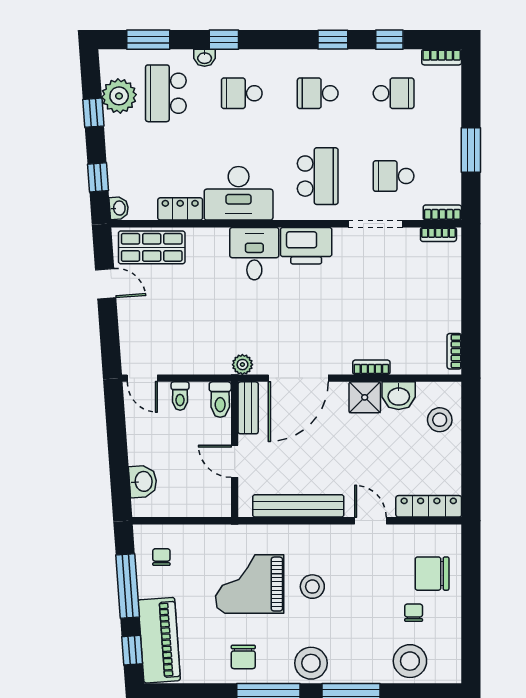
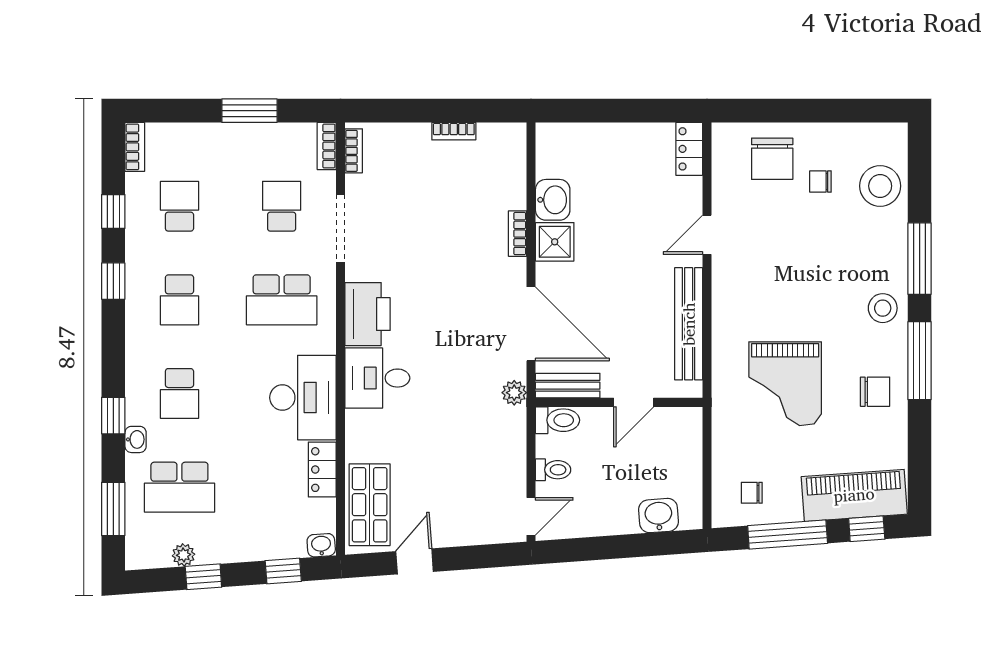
plant: (119, 96) -> (184, 555), width x0.53, depth x0.53
school desk: (318, 176) -> (282, 300), turned 180
school desk: (394, 176) -> (282, 206), turned 180
bookcase: (454, 351) -> (454, 131), moved
stool: (440, 420) -> (582, 149), removed
locker: (429, 506) -> (689, 149), width x0.66
stool: (312, 587) -> (788, 306), removed
stool: (311, 663) -> (883, 308), width x0.73, depth x0.73

